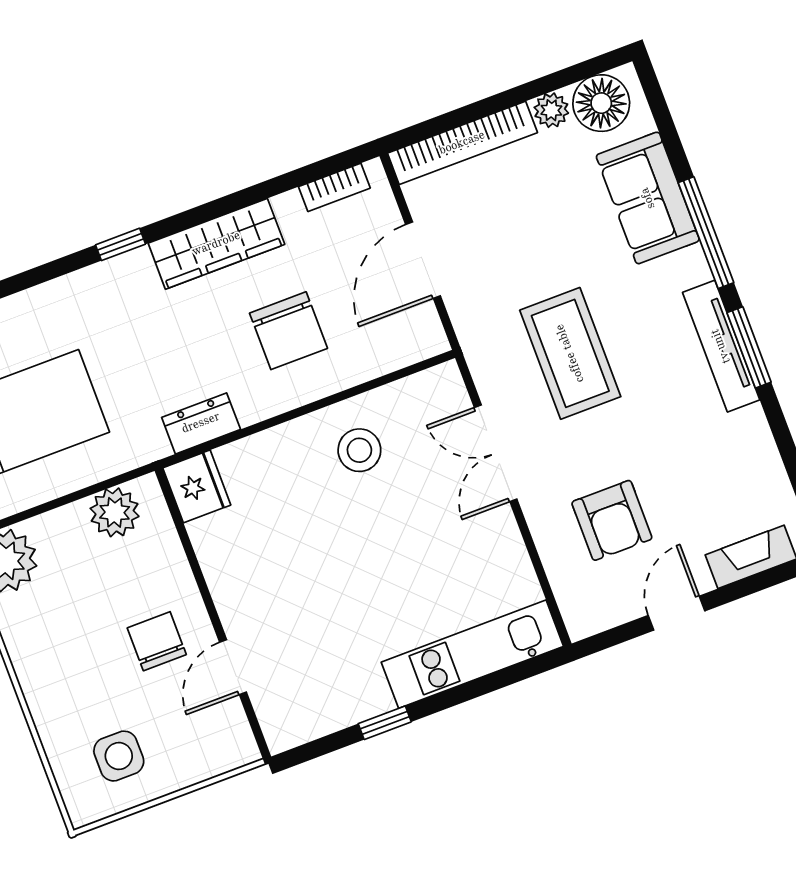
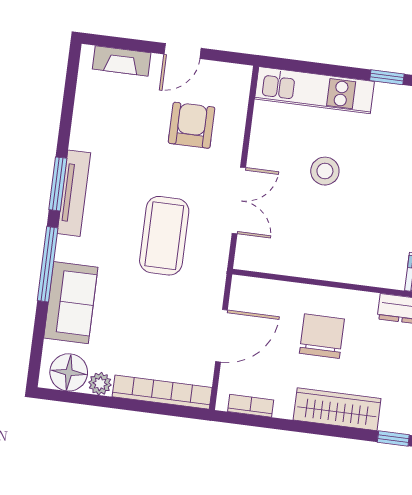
stool: (359, 450) -> (325, 171), moved

